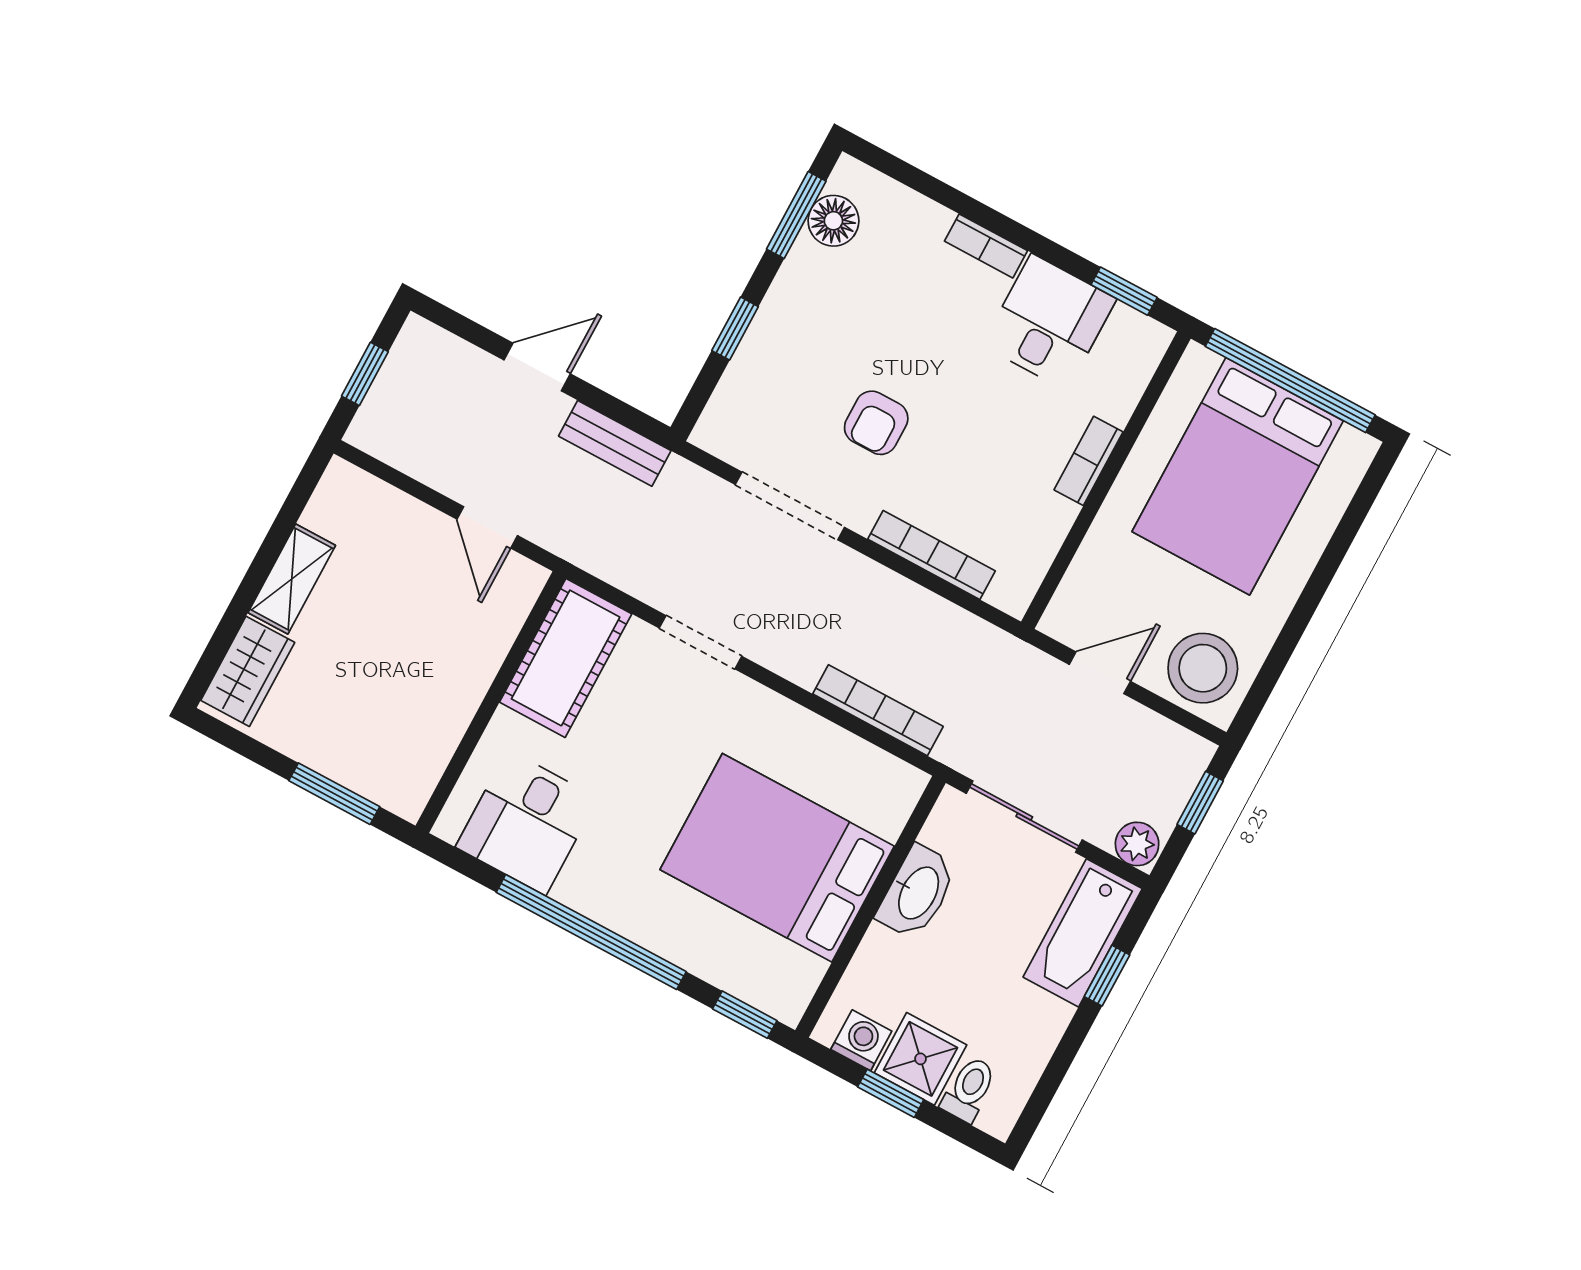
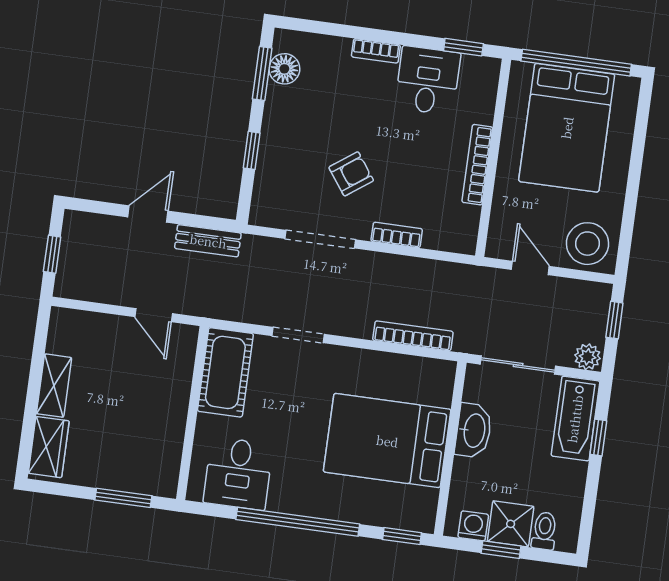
armchair: (876, 423) -> (351, 174), turned -126
bookcase: (1089, 461) -> (477, 165), width x1.56
bookcase: (932, 555) -> (397, 235), width x0.64
door: (1100, 673) -> (530, 268), hinge flipped

